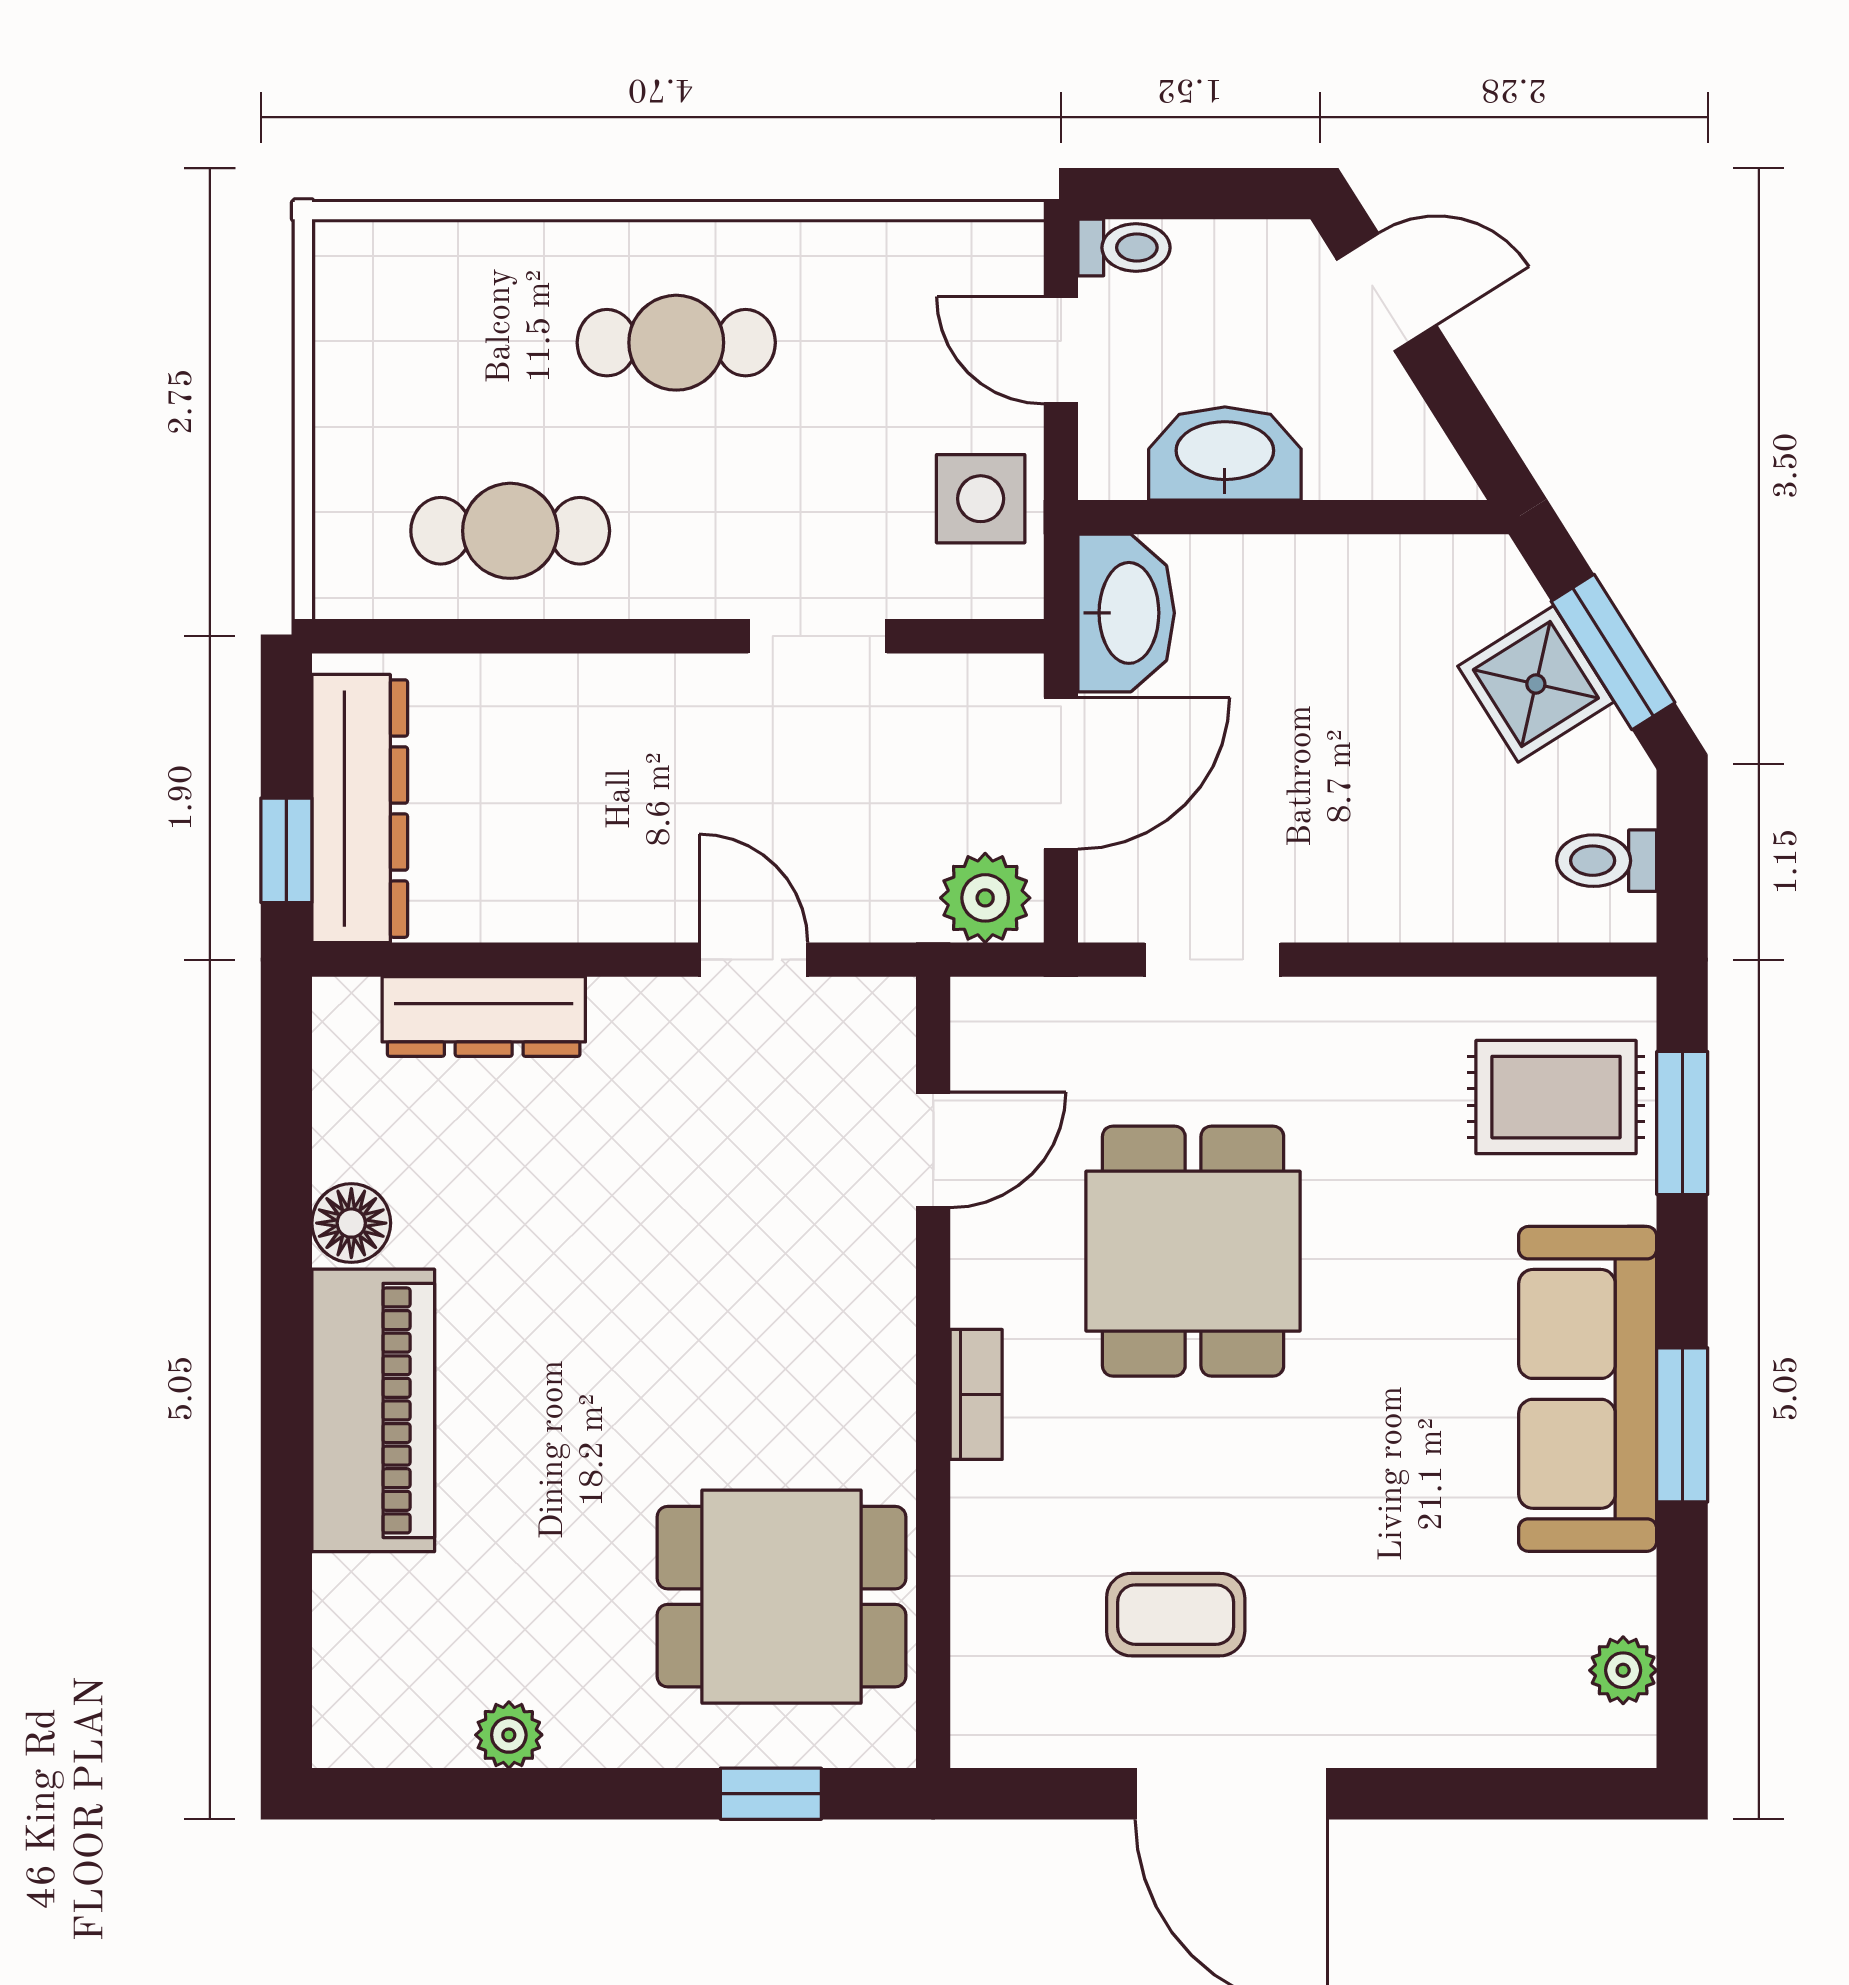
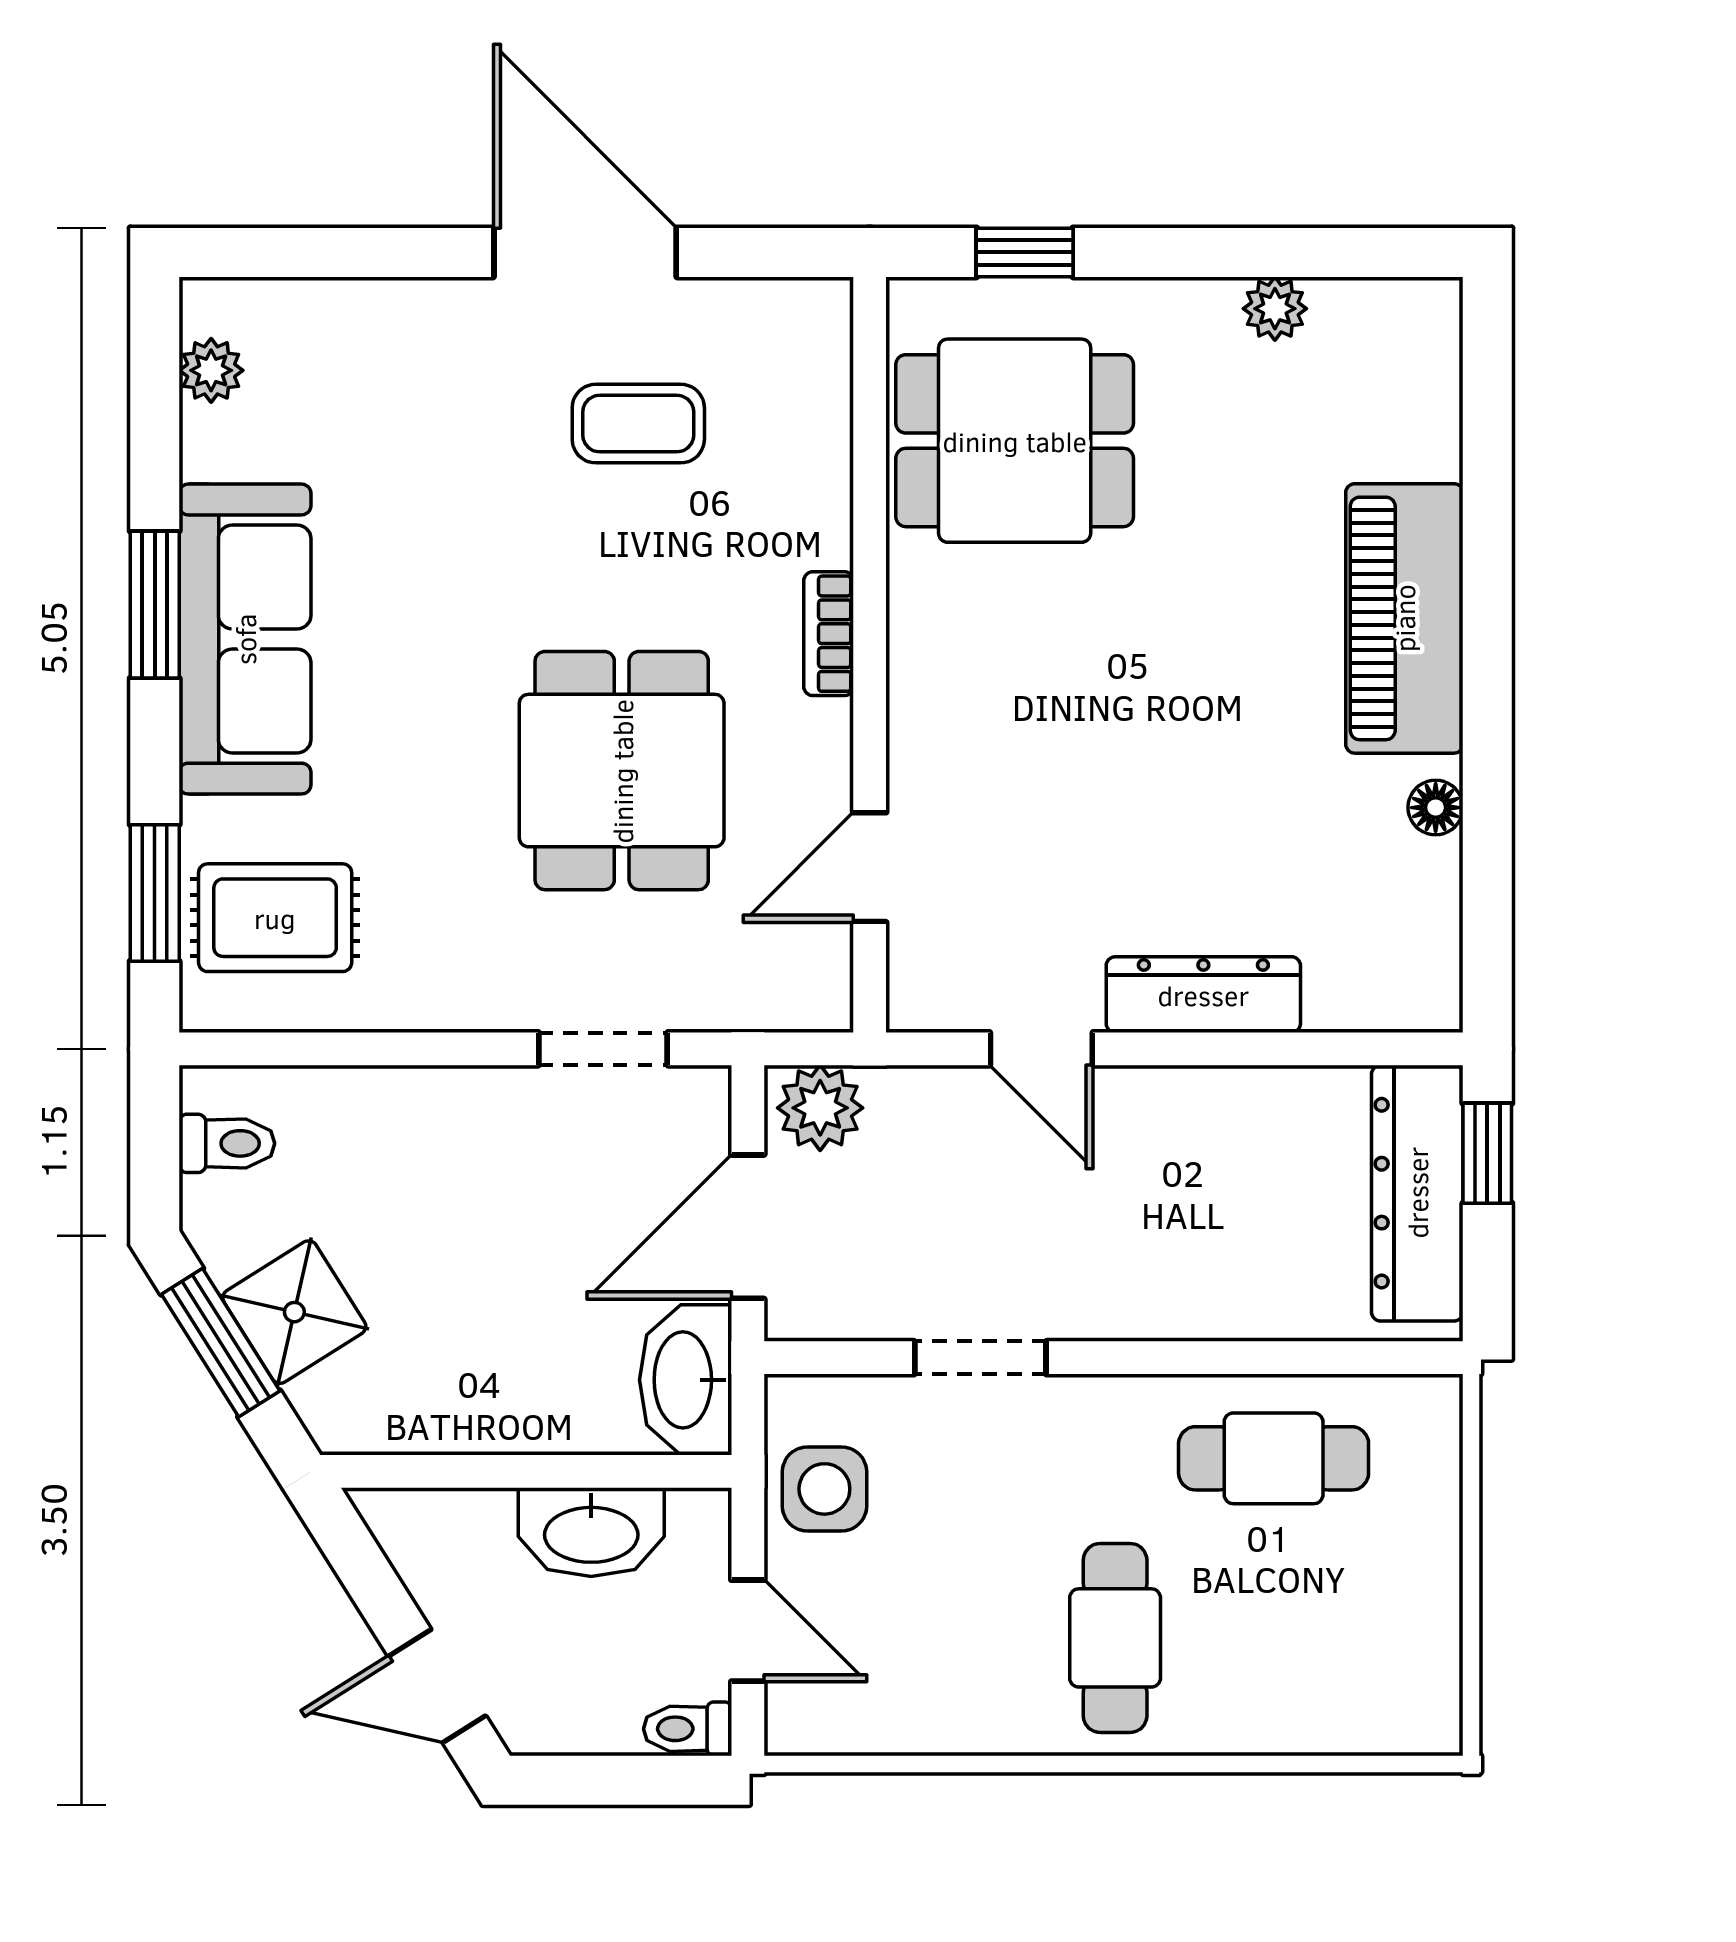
cafe table: (676, 343) -> (1115, 1638), turned 90
dresser: (484, 1016) -> (1203, 995), moved
floor lamp: (351, 1223) -> (1436, 808), width x0.73, depth x0.73

